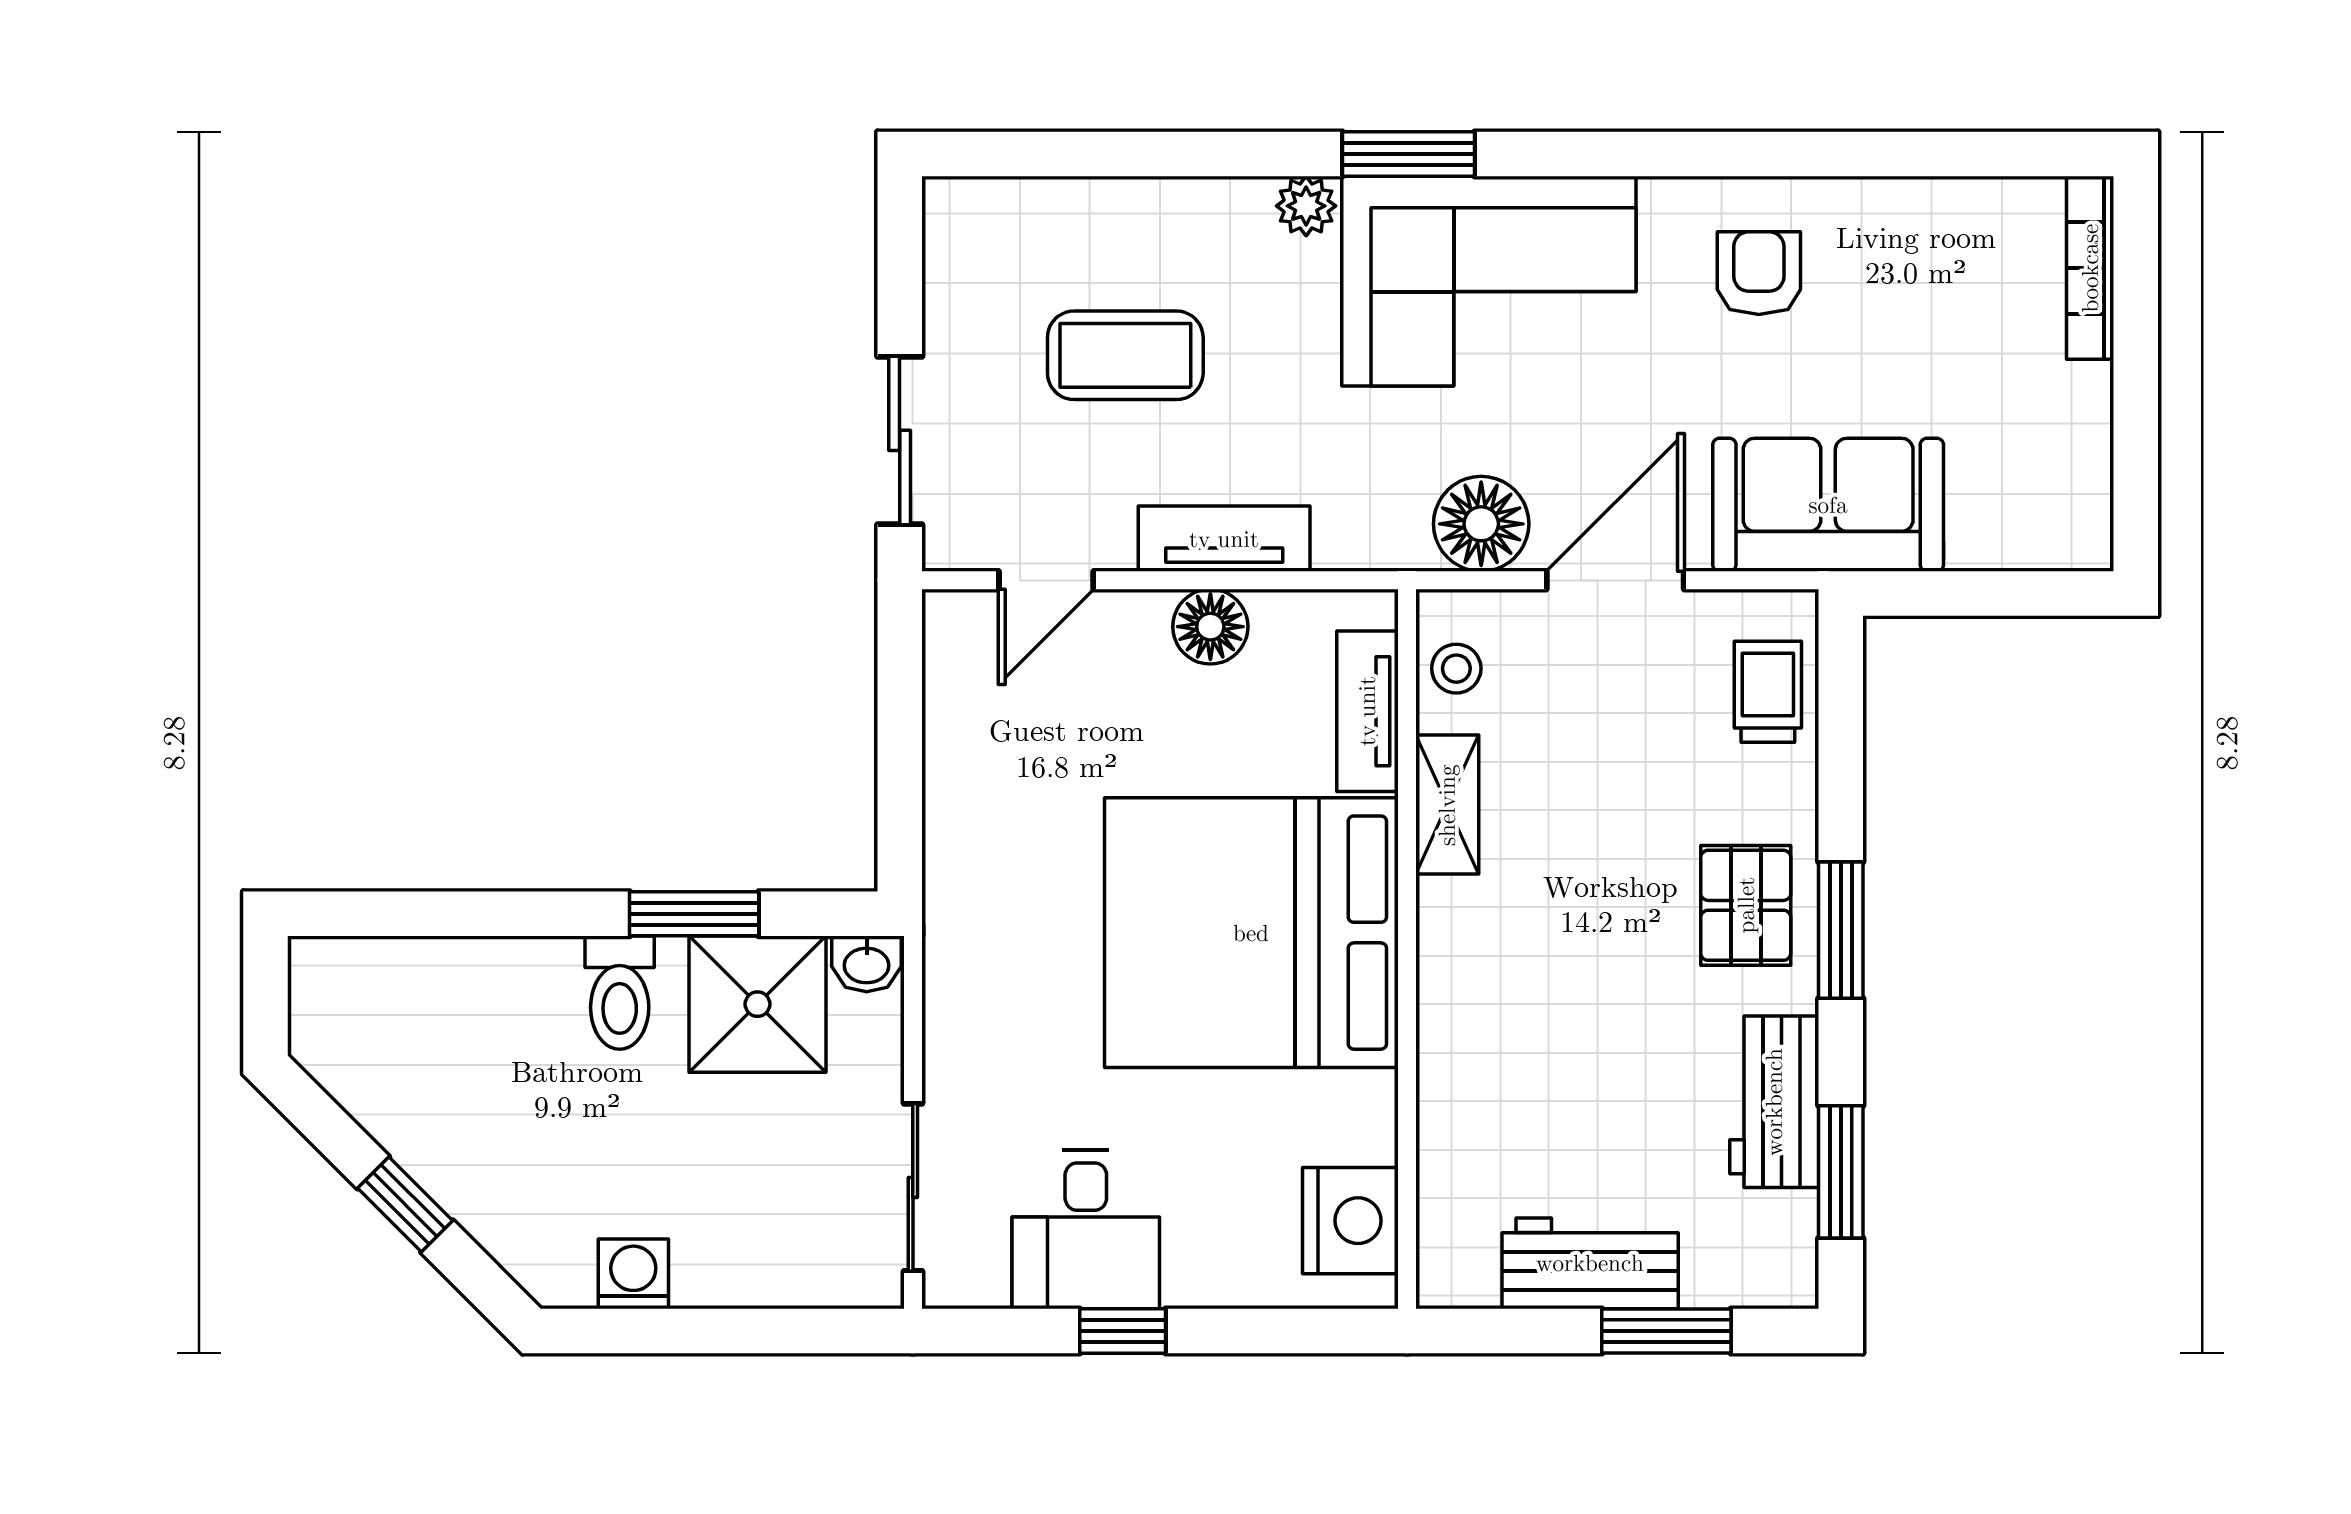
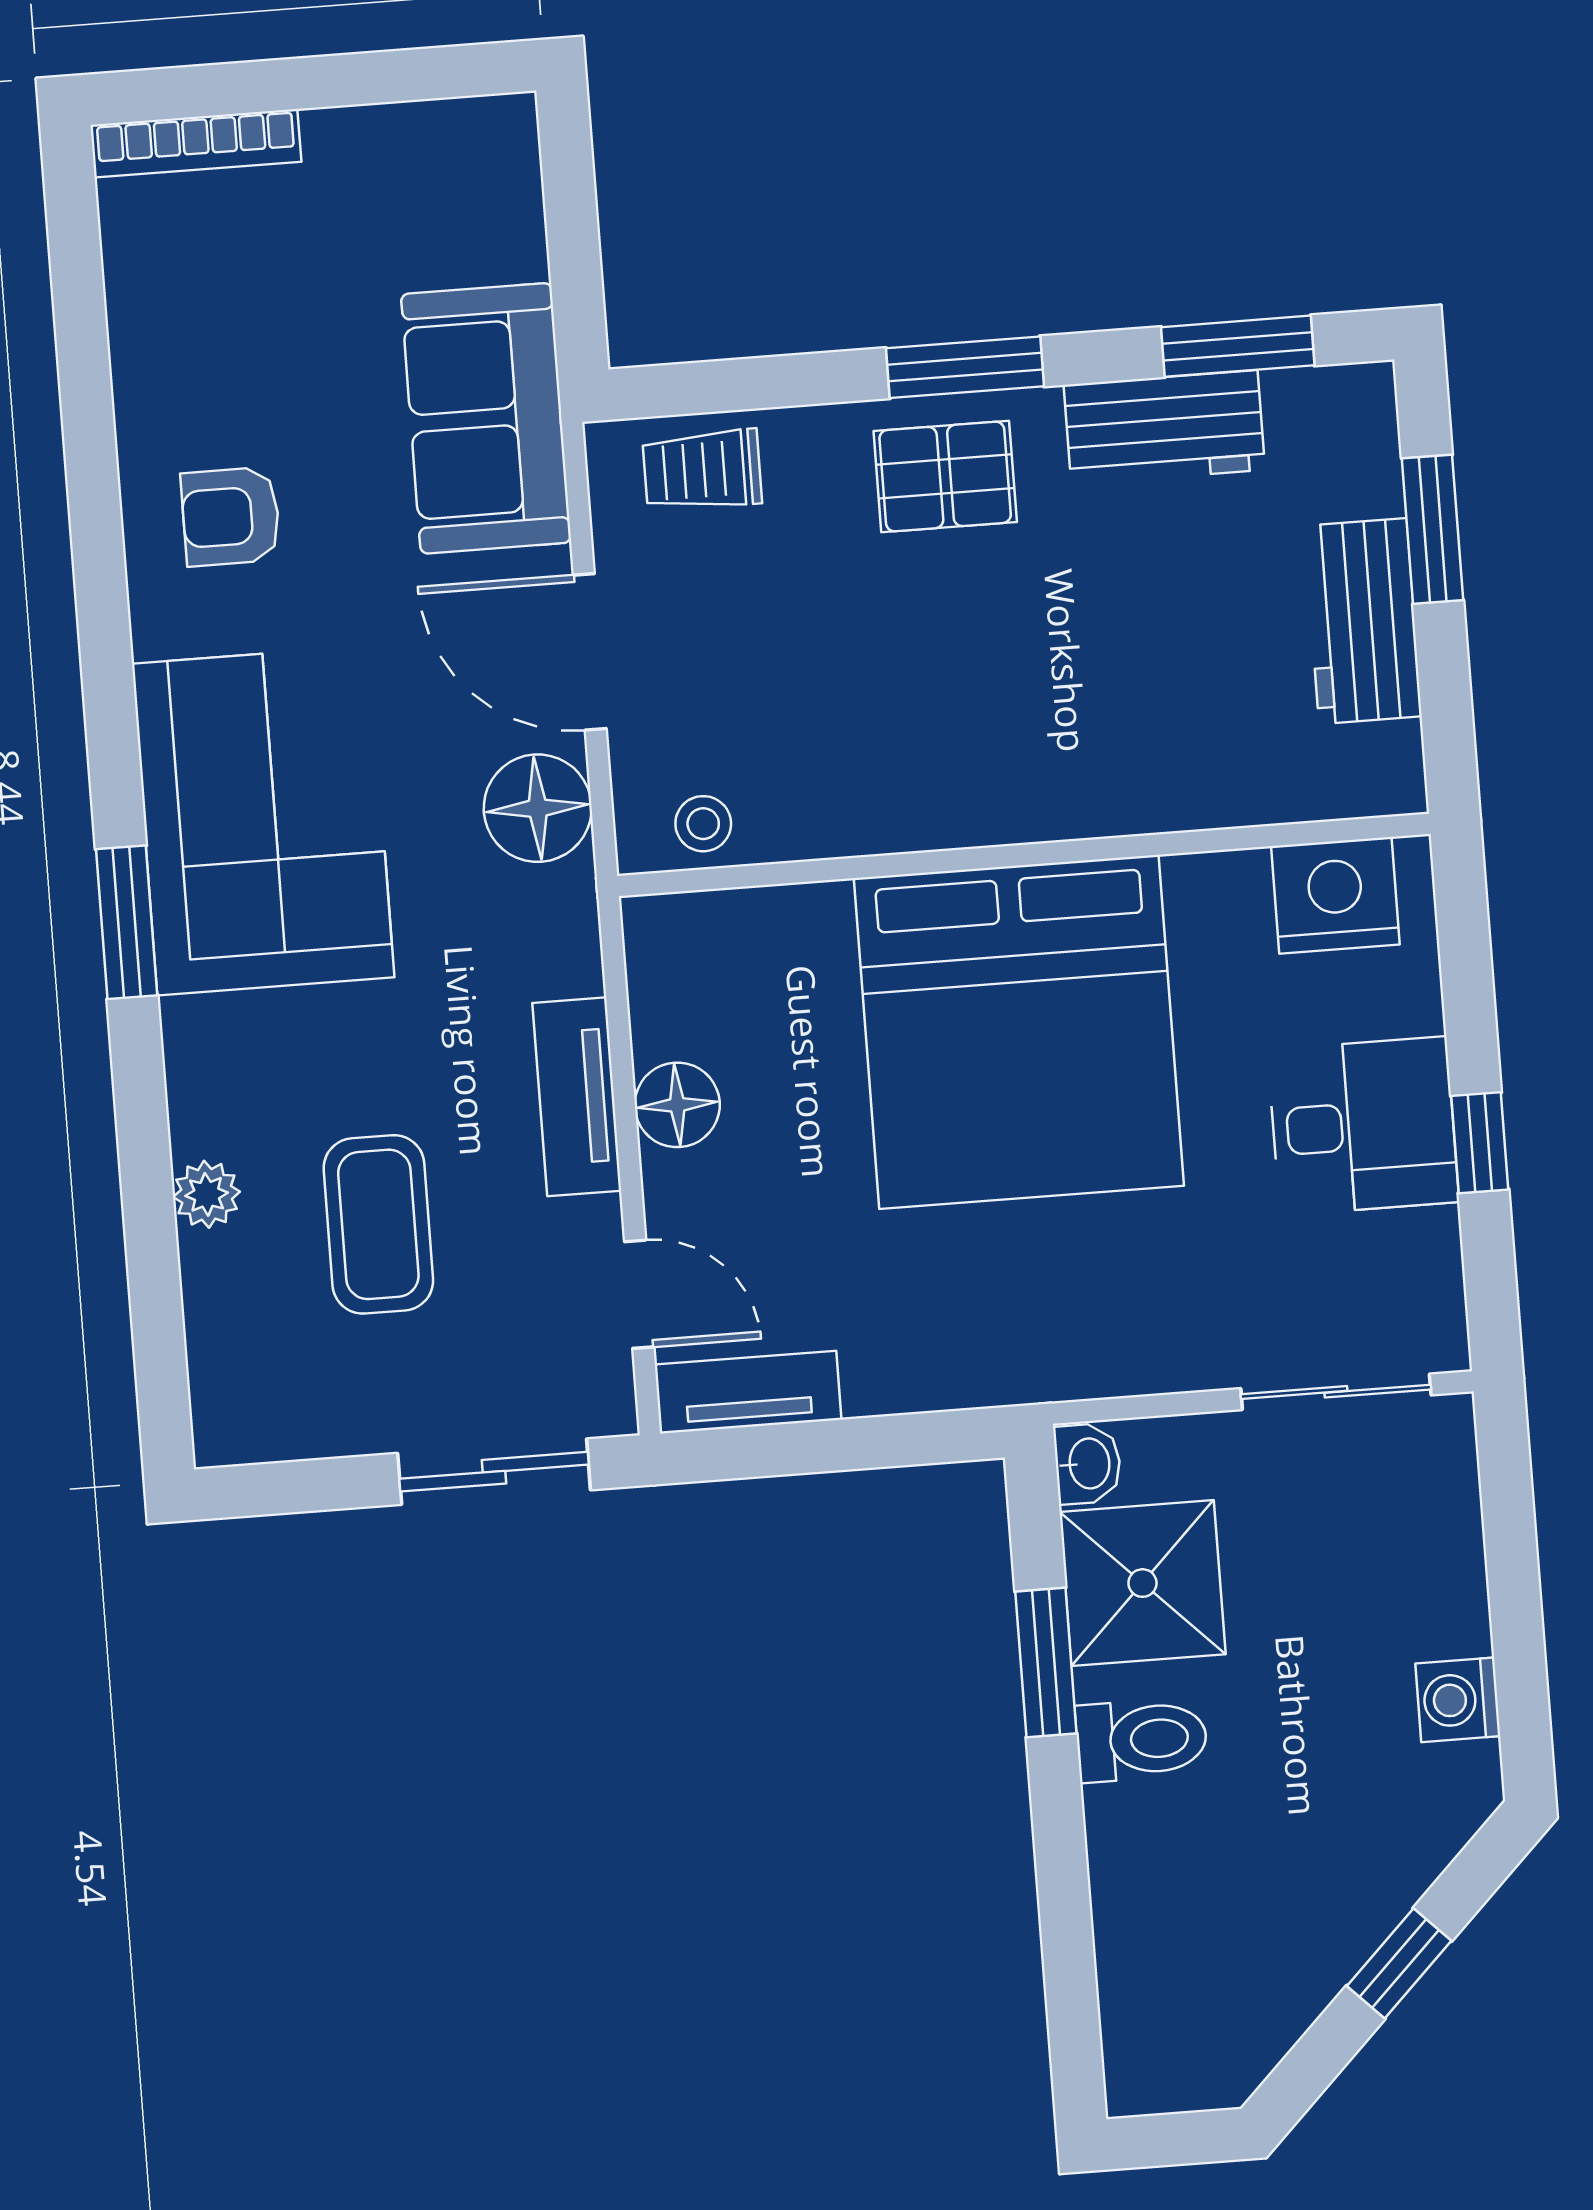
plant: (1306, 206) -> (207, 1194), moved
tv unit: (1367, 711) -> (748, 1392), moved, turned 180
shelving: (1447, 805) -> (857, 822), removed
desk: (1086, 1229) -> (1363, 1126), moved

